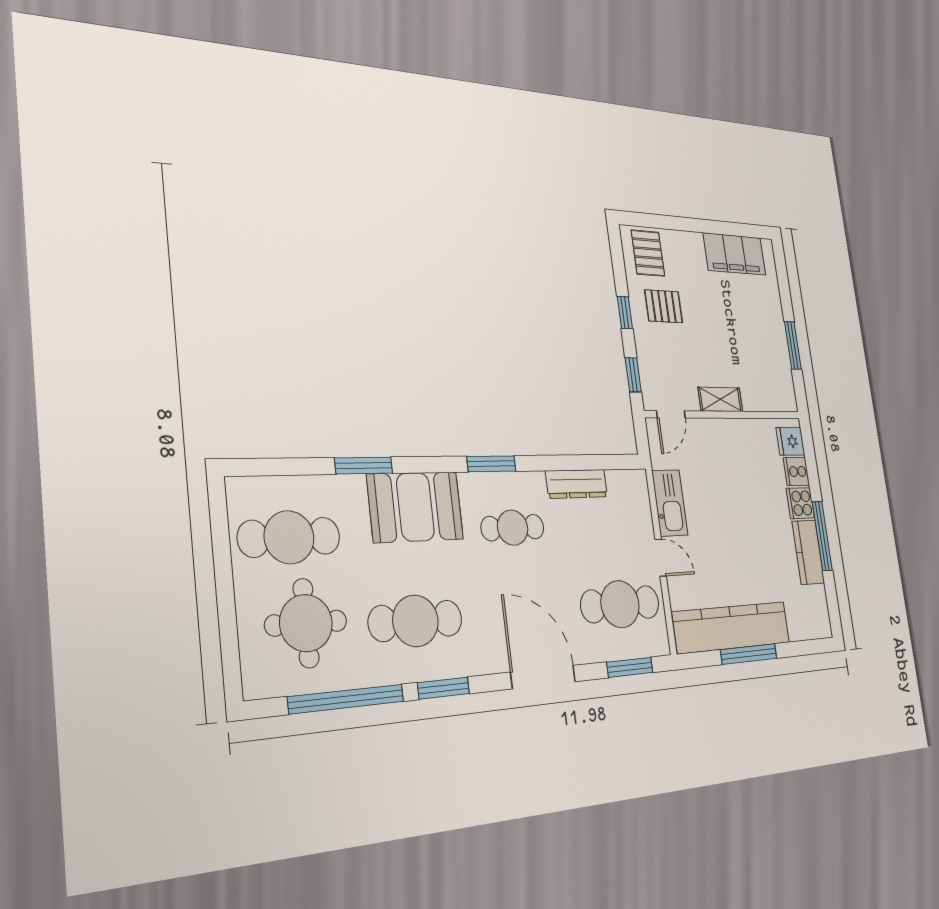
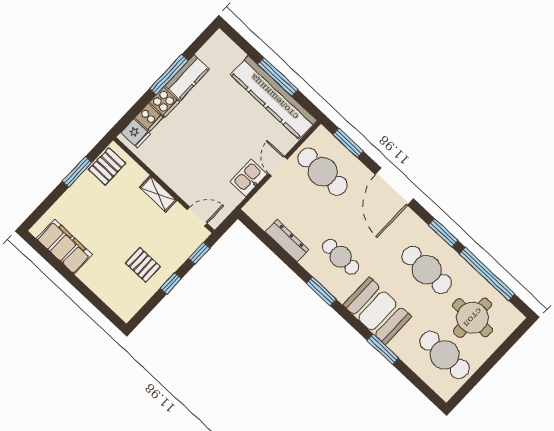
pallet: (648, 253) -> (107, 166), moved
kitchen sink: (670, 503) -> (249, 178), width x0.73

